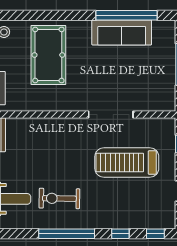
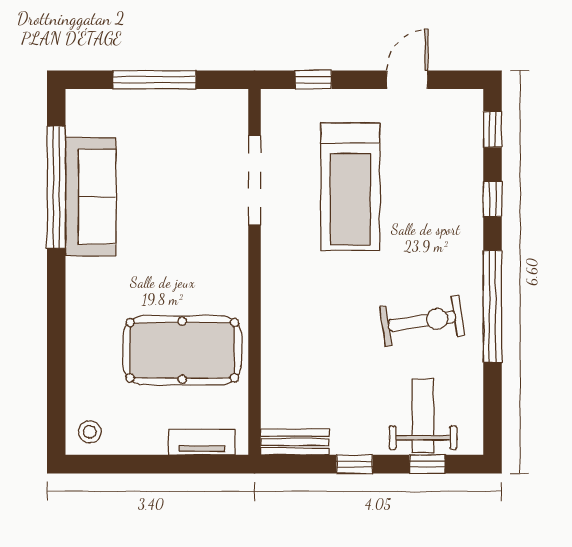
pool table: (48, 55) -> (182, 350), moved
doorway: (111, 115) -> (255, 180), moved
exercise bike: (59, 198) -> (422, 321), turned -99

